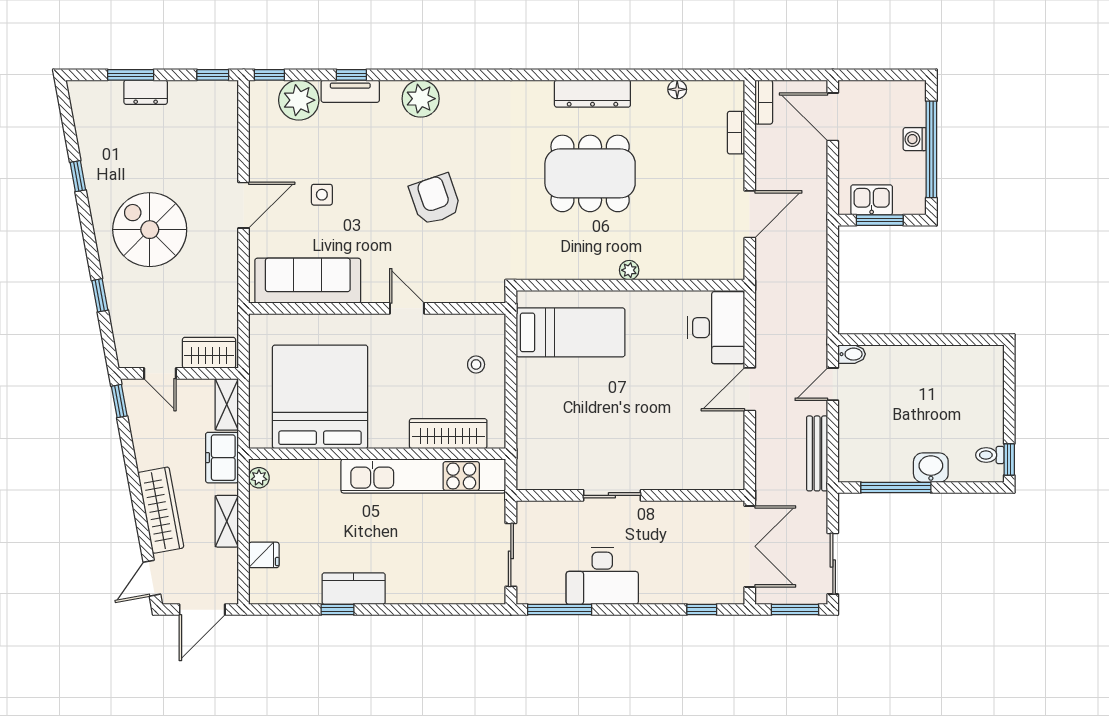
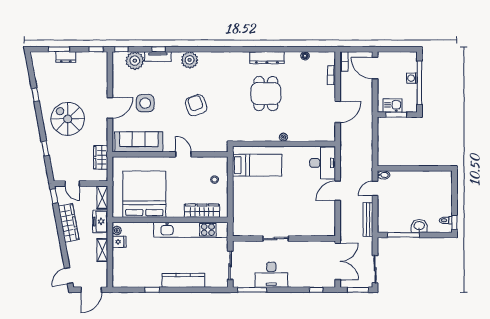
dining table: (590, 173) -> (266, 94), width x0.73
side table: (322, 195) -> (145, 103), width x1.87, depth x1.87
wardrobe: (209, 353) -> (101, 157), moved, turned -90
wardrobe: (161, 510) -> (69, 223), moved
fridge: (264, 555) -> (119, 242), moved
kitchen counter: (354, 589) -> (183, 280), moved, width x1.50

